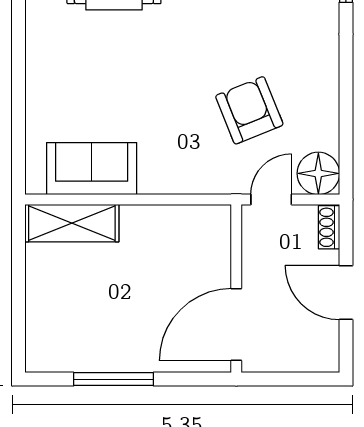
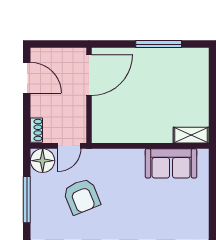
window: (346, 105) -> (27, 200), added
shelving: (72, 223) -> (191, 135), width x0.67, depth x0.75
door: (346, 293) -> (27, 78), moved

